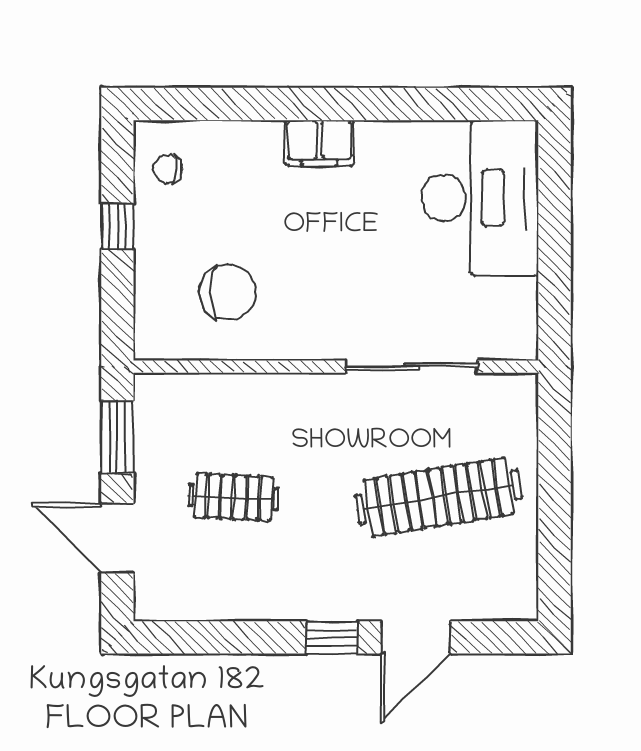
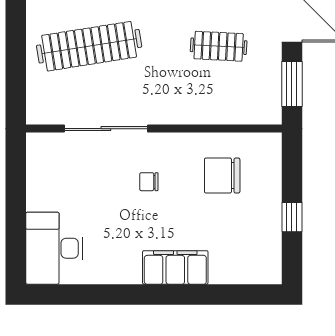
filing cabinet: (319, 143) -> (175, 267), width x1.50, depth x1.17
chair: (168, 169) -> (149, 182), moved, turned 180
desk: (480, 198) -> (54, 248), width x0.73, depth x0.77

